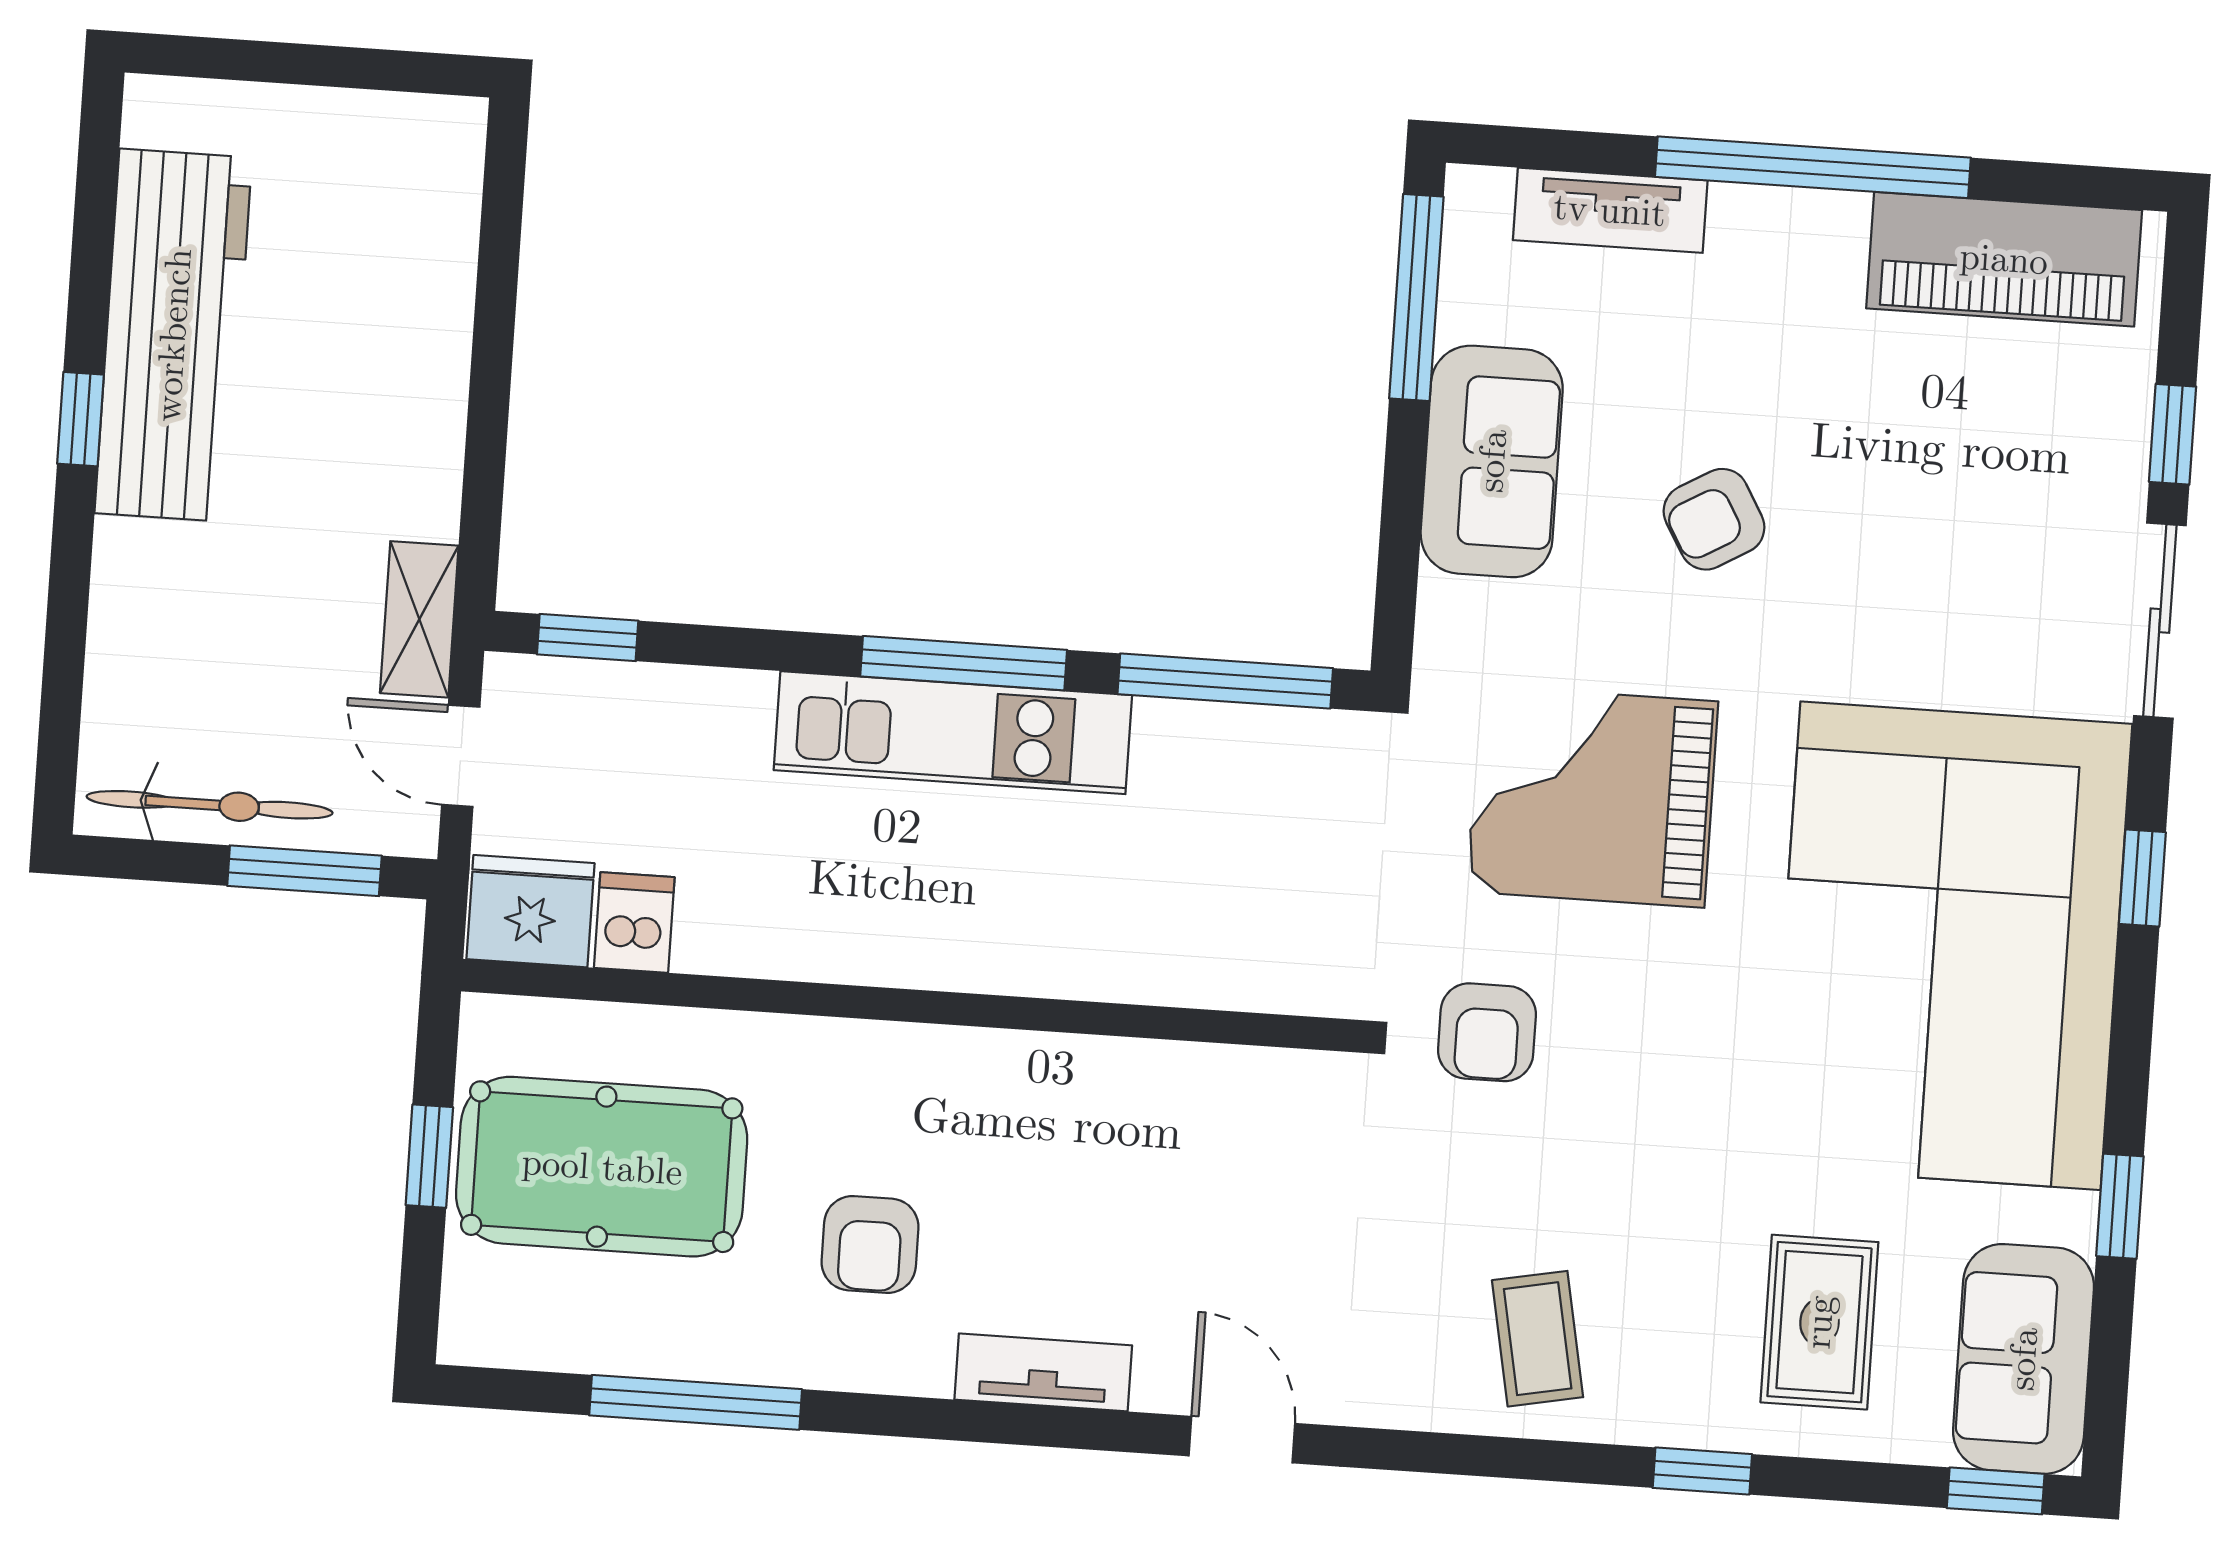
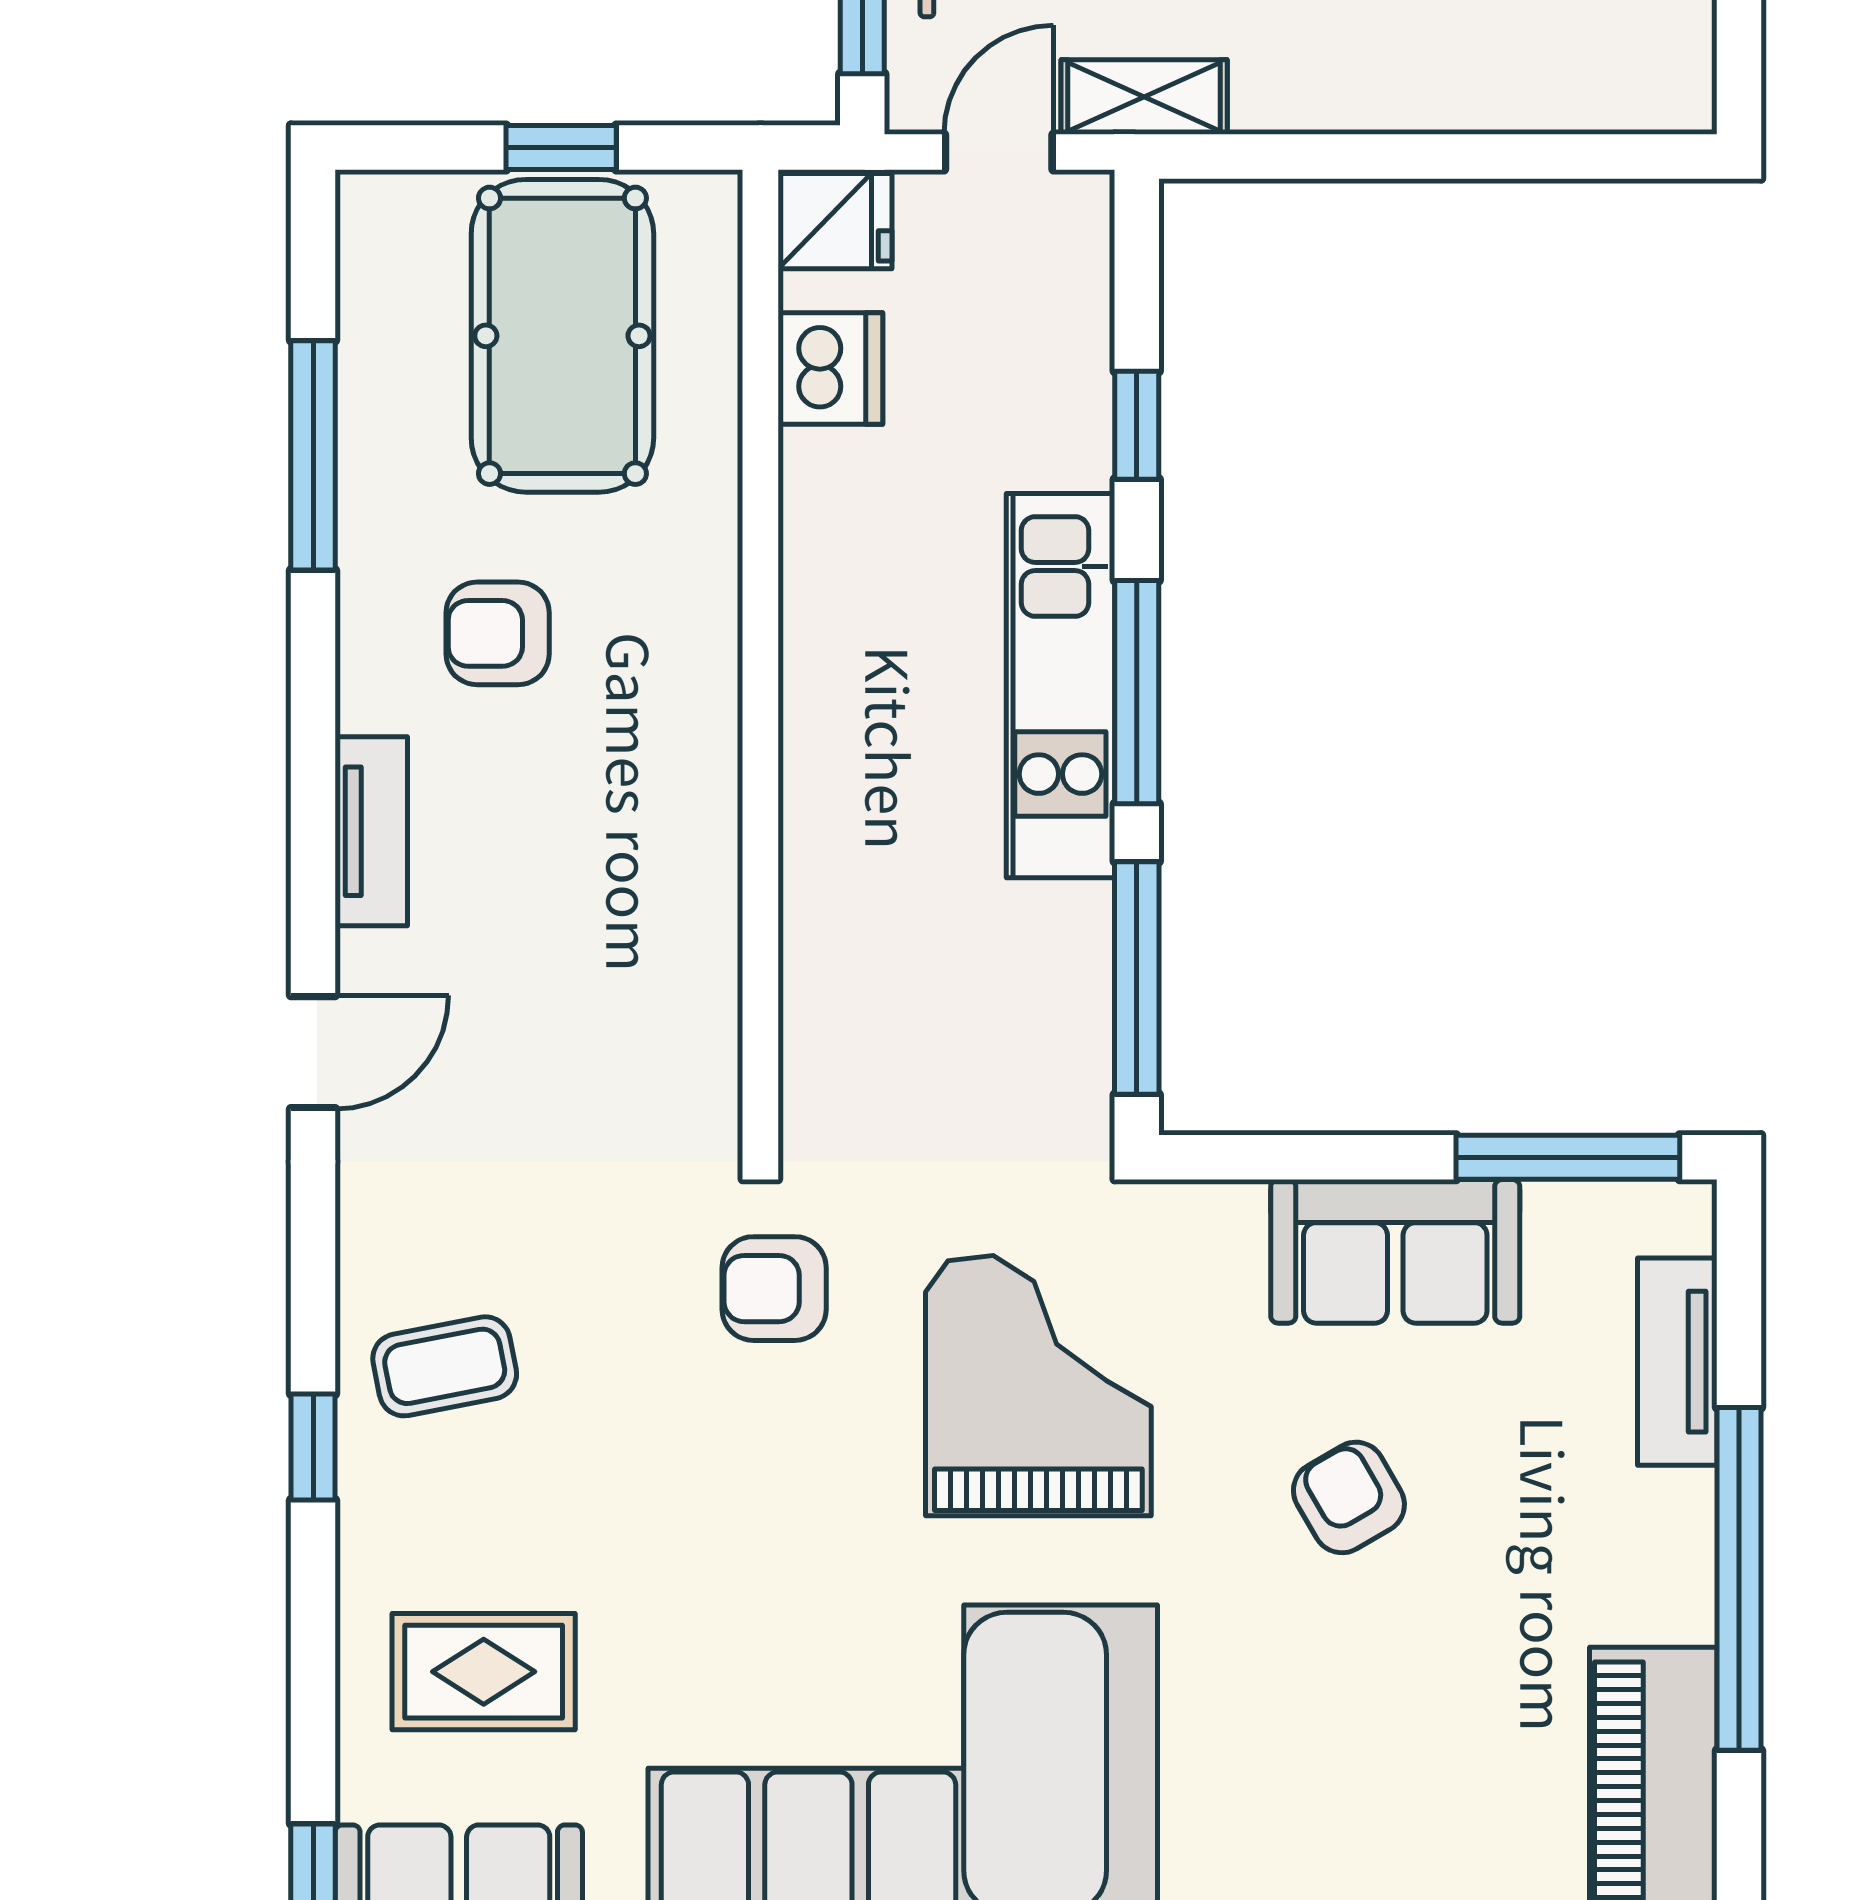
window: (588, 638) -> (1137, 425), moved
fridge: (530, 911) -> (835, 221), width x0.72
dishwasher: (634, 923) -> (830, 368), width x1.38
window: (1702, 1471) -> (313, 1447), moved

